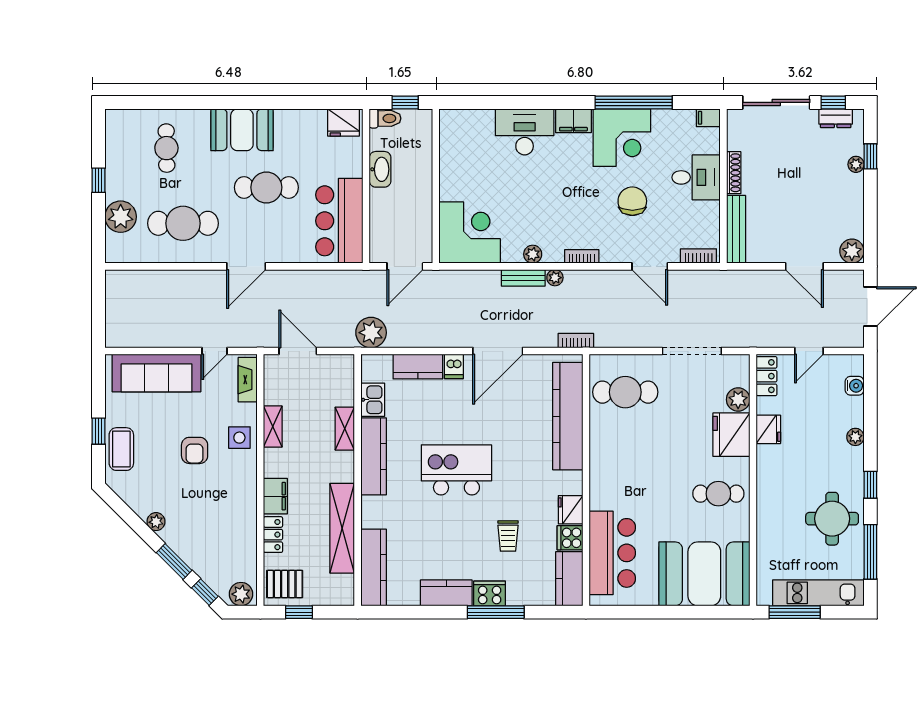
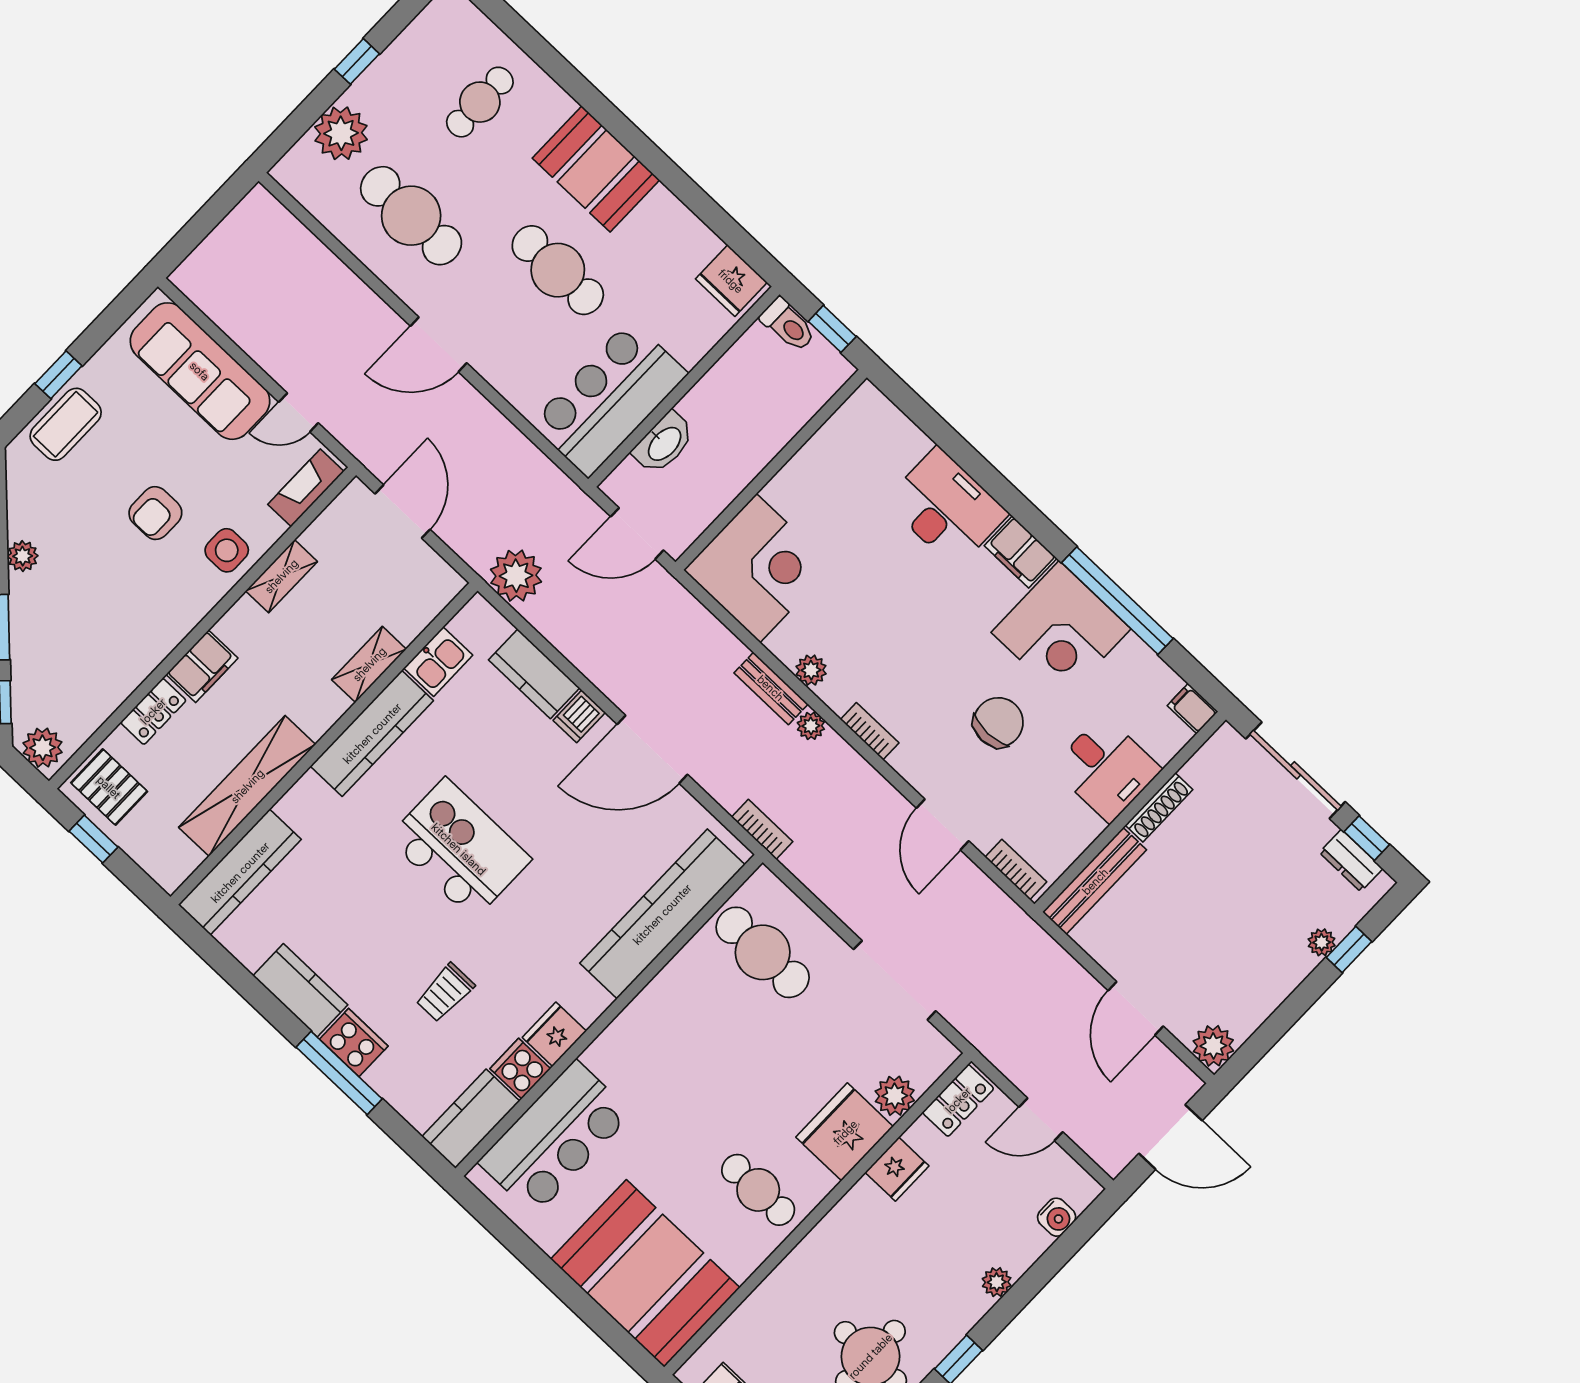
washbasin: (380, 169) -> (664, 443), moved

